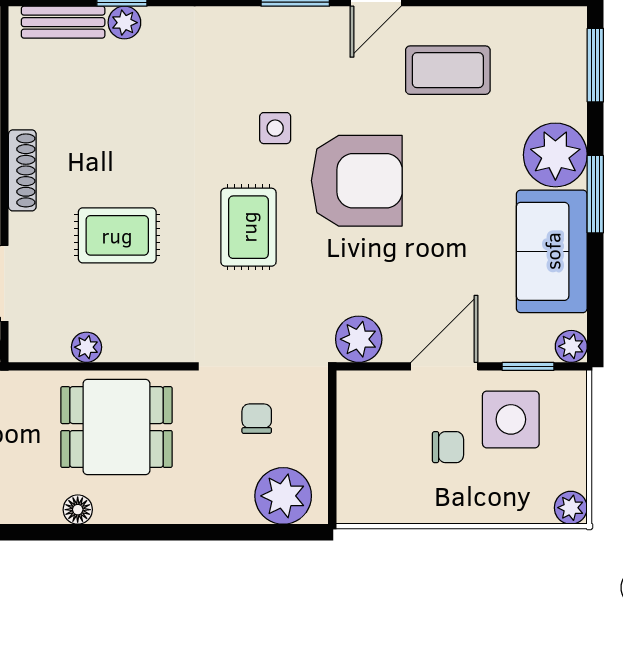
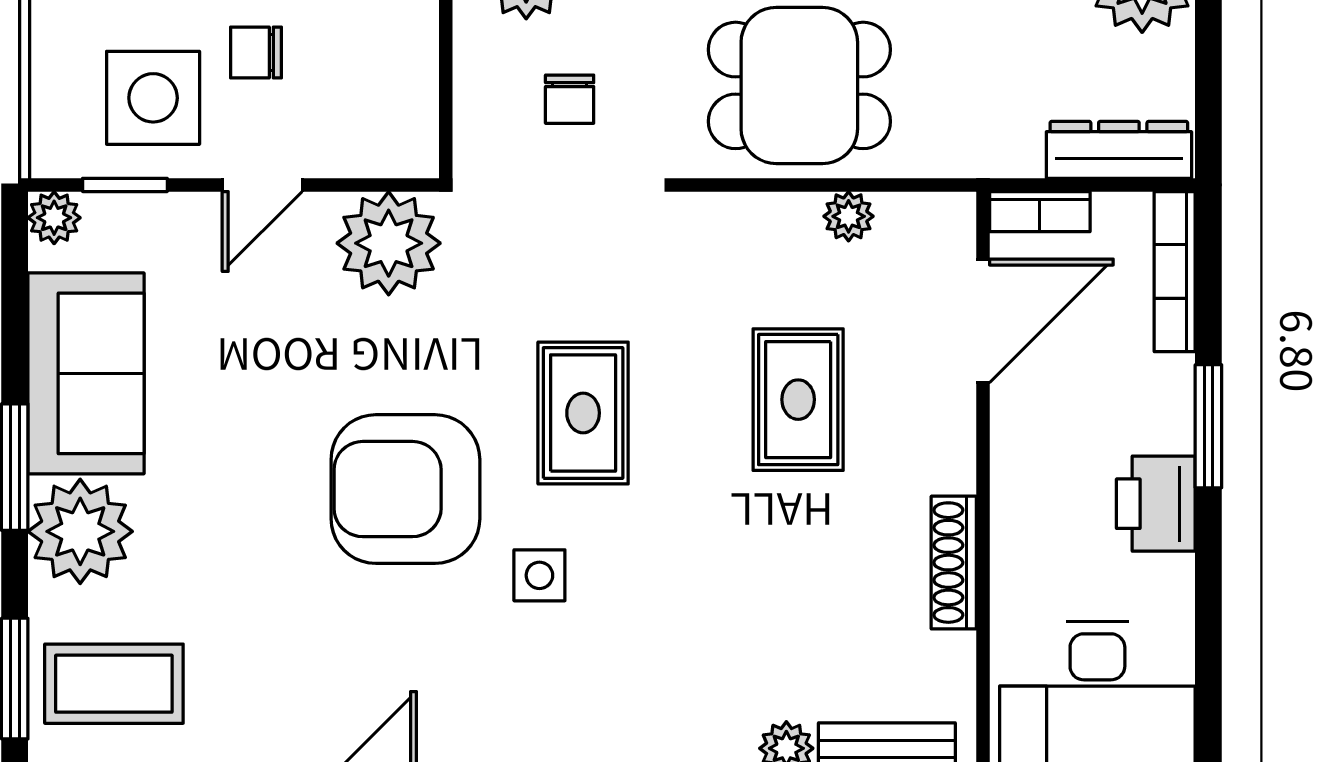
coffee table: (448, 70) -> (114, 684), moved
shoe rack: (22, 170) -> (954, 563), moved
rug: (117, 235) -> (798, 400), turned 90
plant: (359, 339) -> (389, 243), width x1.36, depth x1.36
door: (444, 366) -> (262, 185), width x0.73

